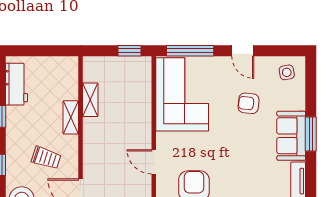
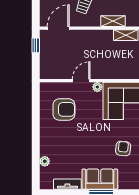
plant: (163, 139) -> (97, 87), added

